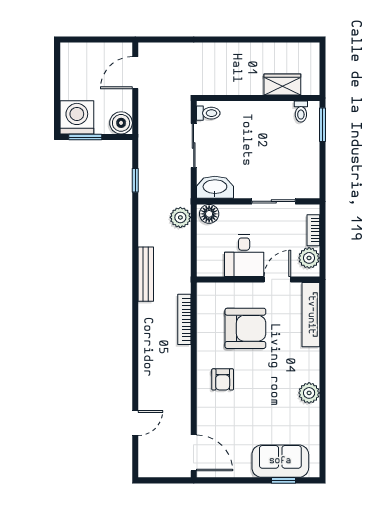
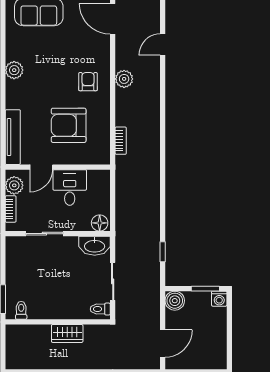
wardrobe: (282, 84) -> (67, 333), moved
washing machine: (77, 117) -> (219, 299), width x0.53, depth x0.53
plant: (180, 217) -> (124, 79), moved
bench: (146, 274) -> (154, 172), removed
bookcase: (184, 319) -> (121, 141), width x0.64

